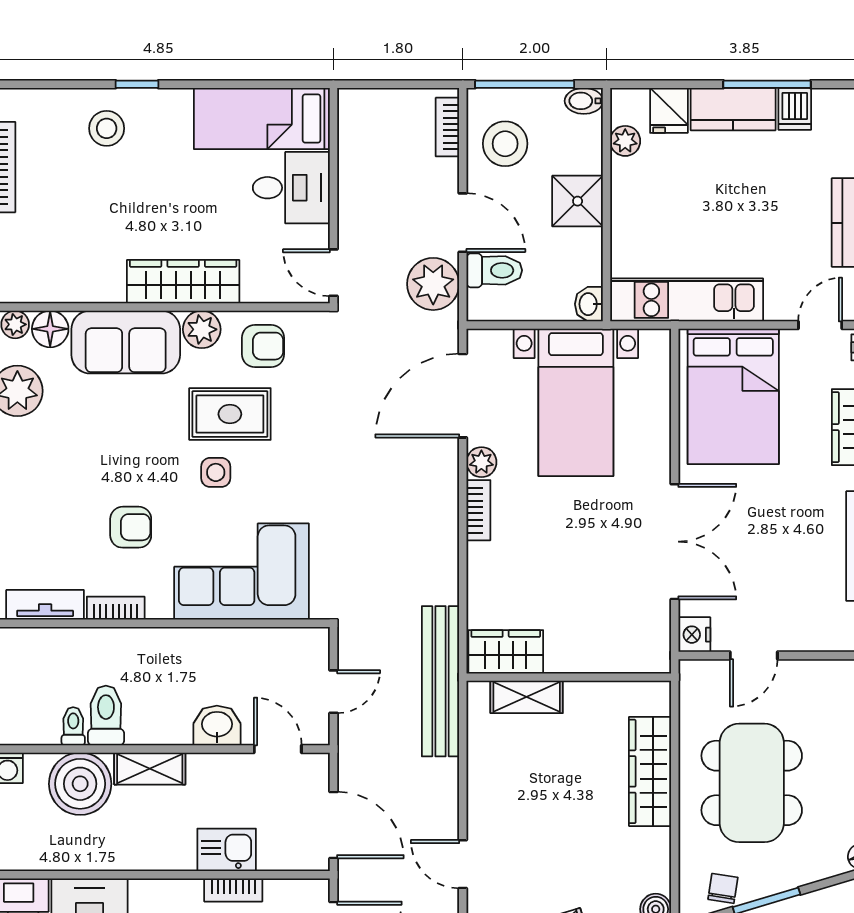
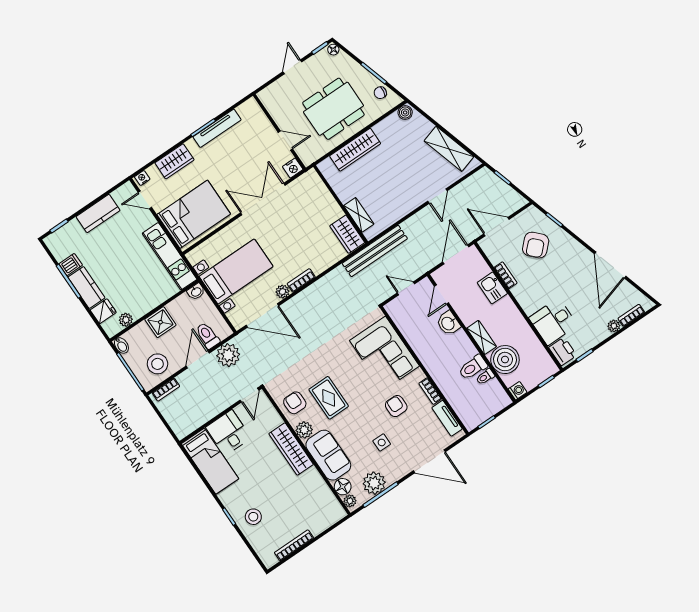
side table: (216, 472) -> (382, 442), moved

